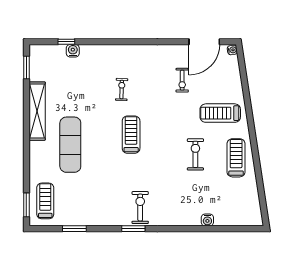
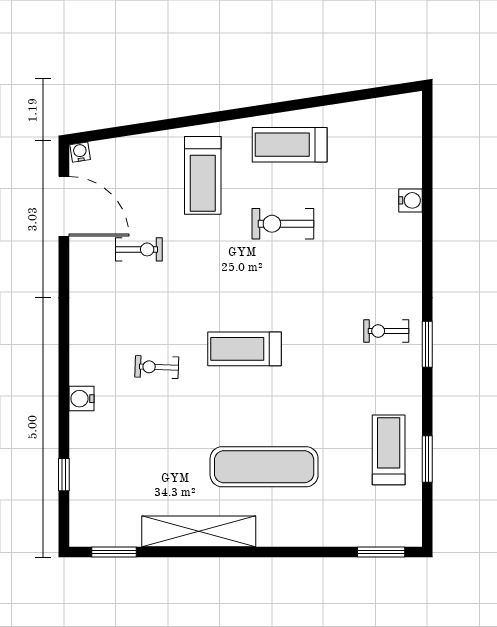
water cooler: (73, 51) -> (81, 399), moved
treadmill: (45, 201) -> (389, 450), moved, turned 90
exercise bike: (140, 207) -> (386, 331), width x0.73, depth x0.72

